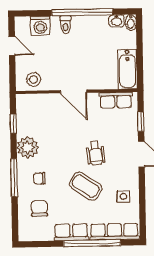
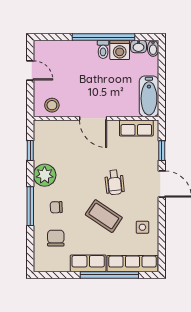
toilet: (66, 25) -> (103, 49), moved
washing machine: (40, 26) -> (120, 50), moved

